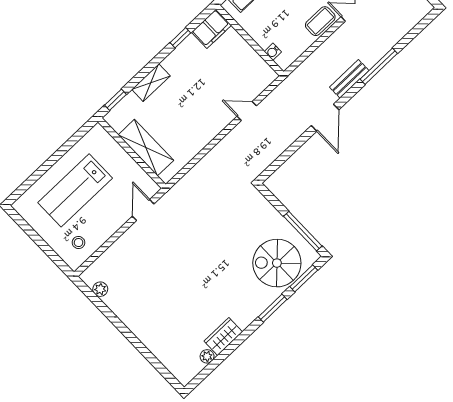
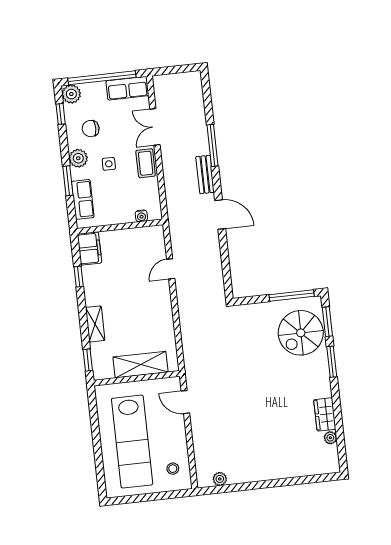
lab bench: (75, 190) -> (132, 442), width x1.36

